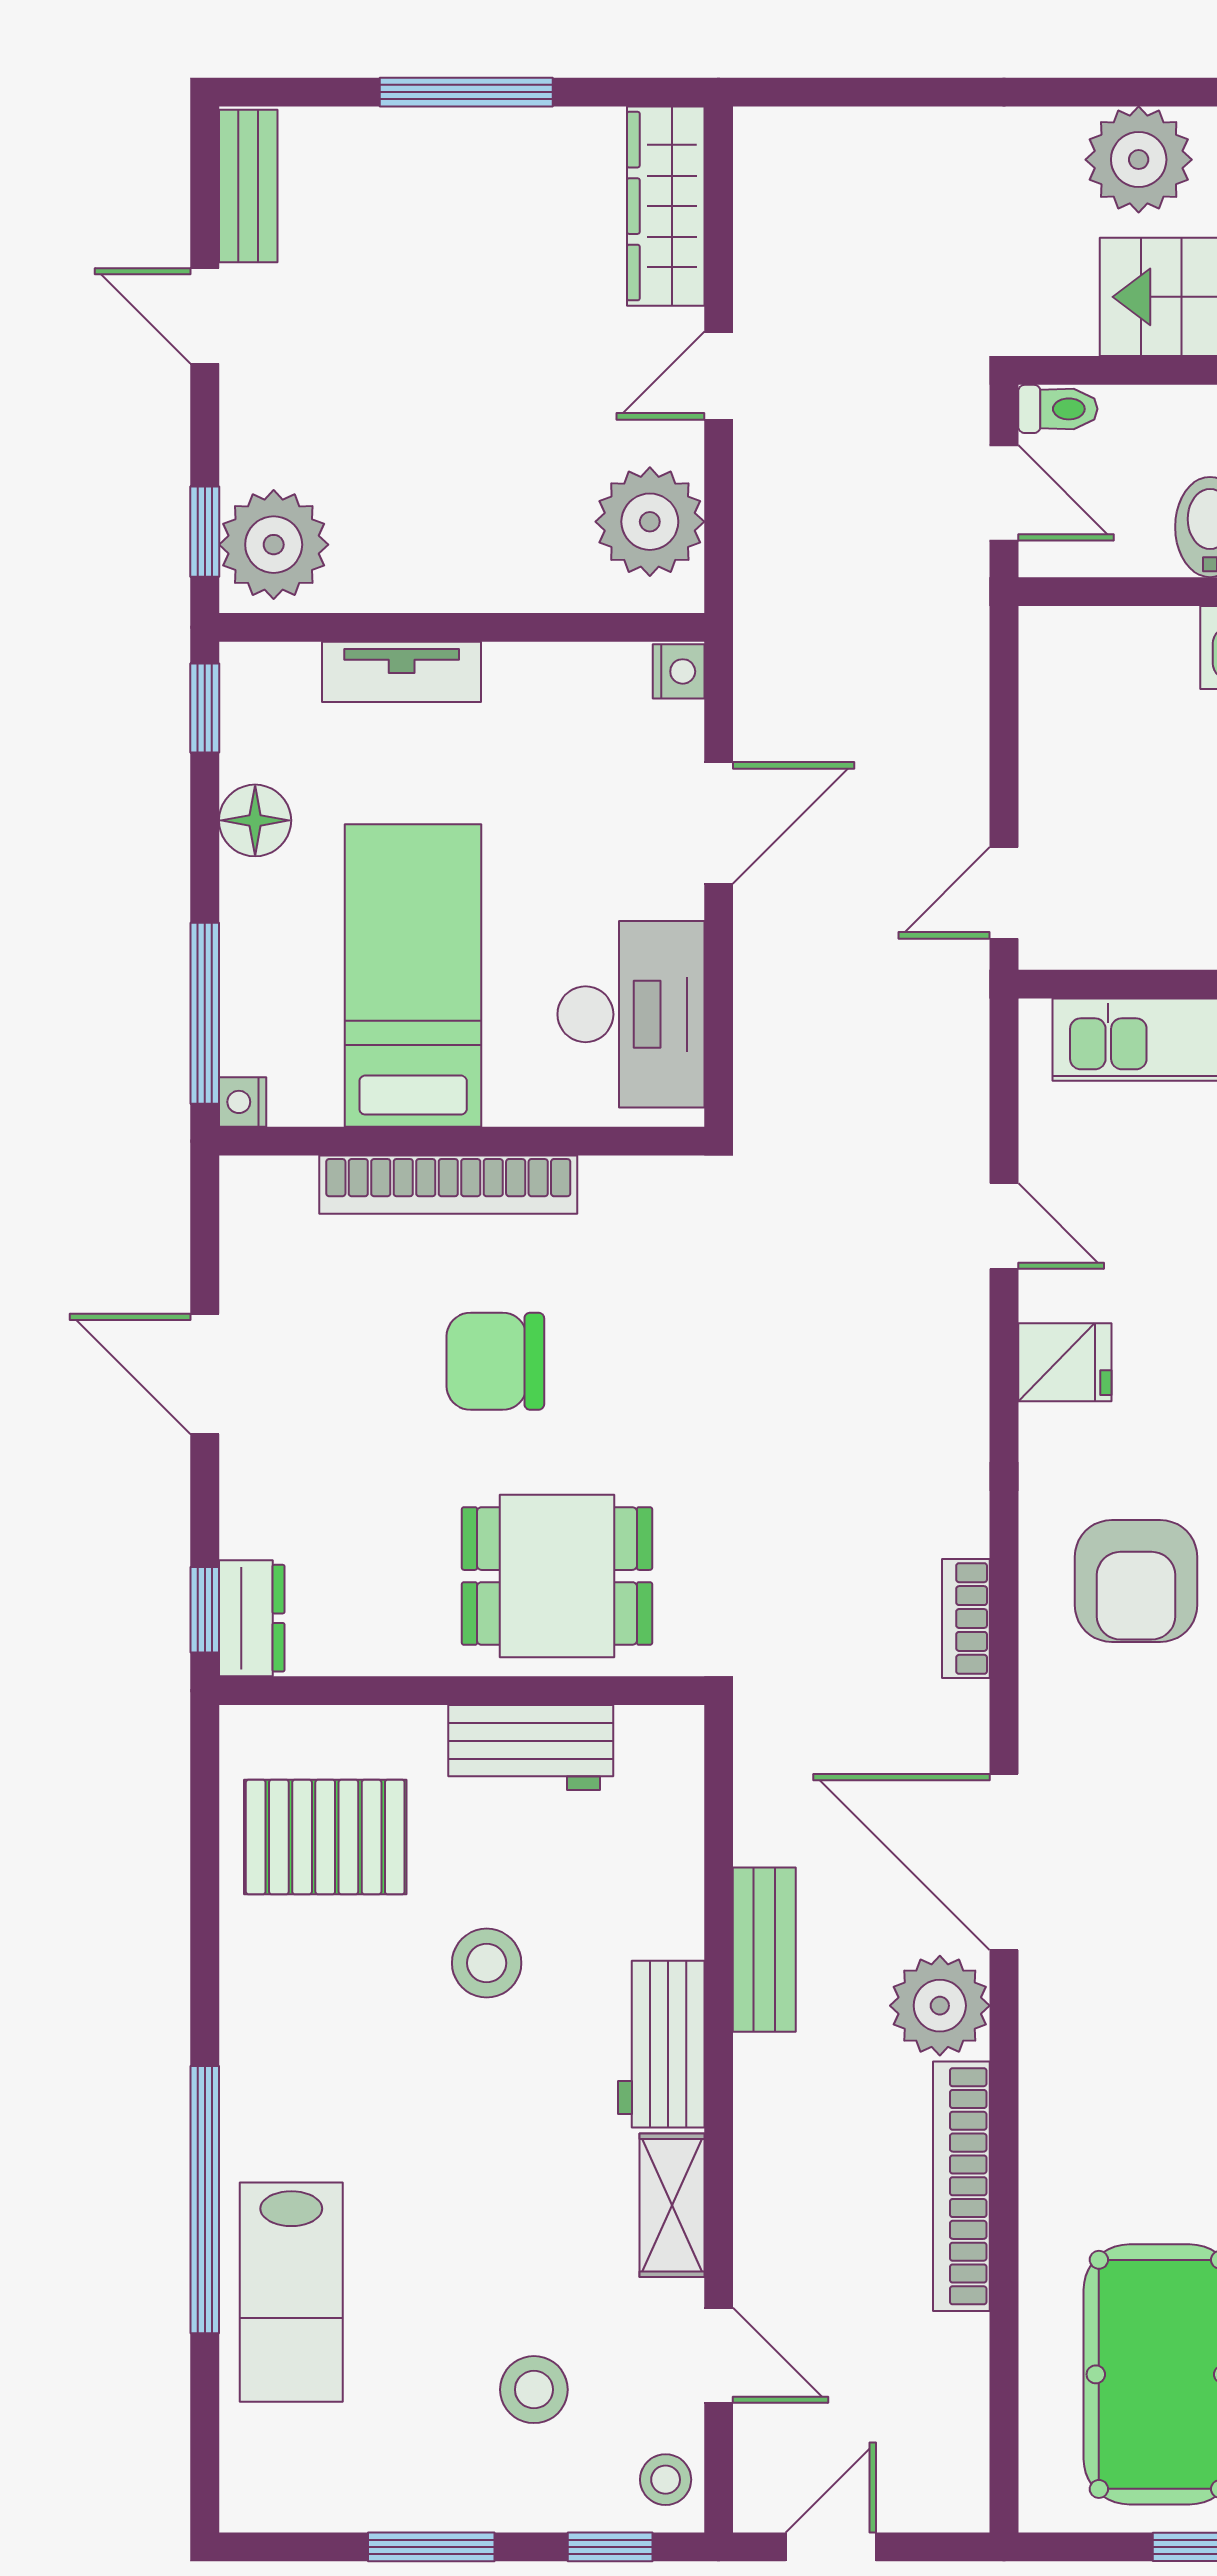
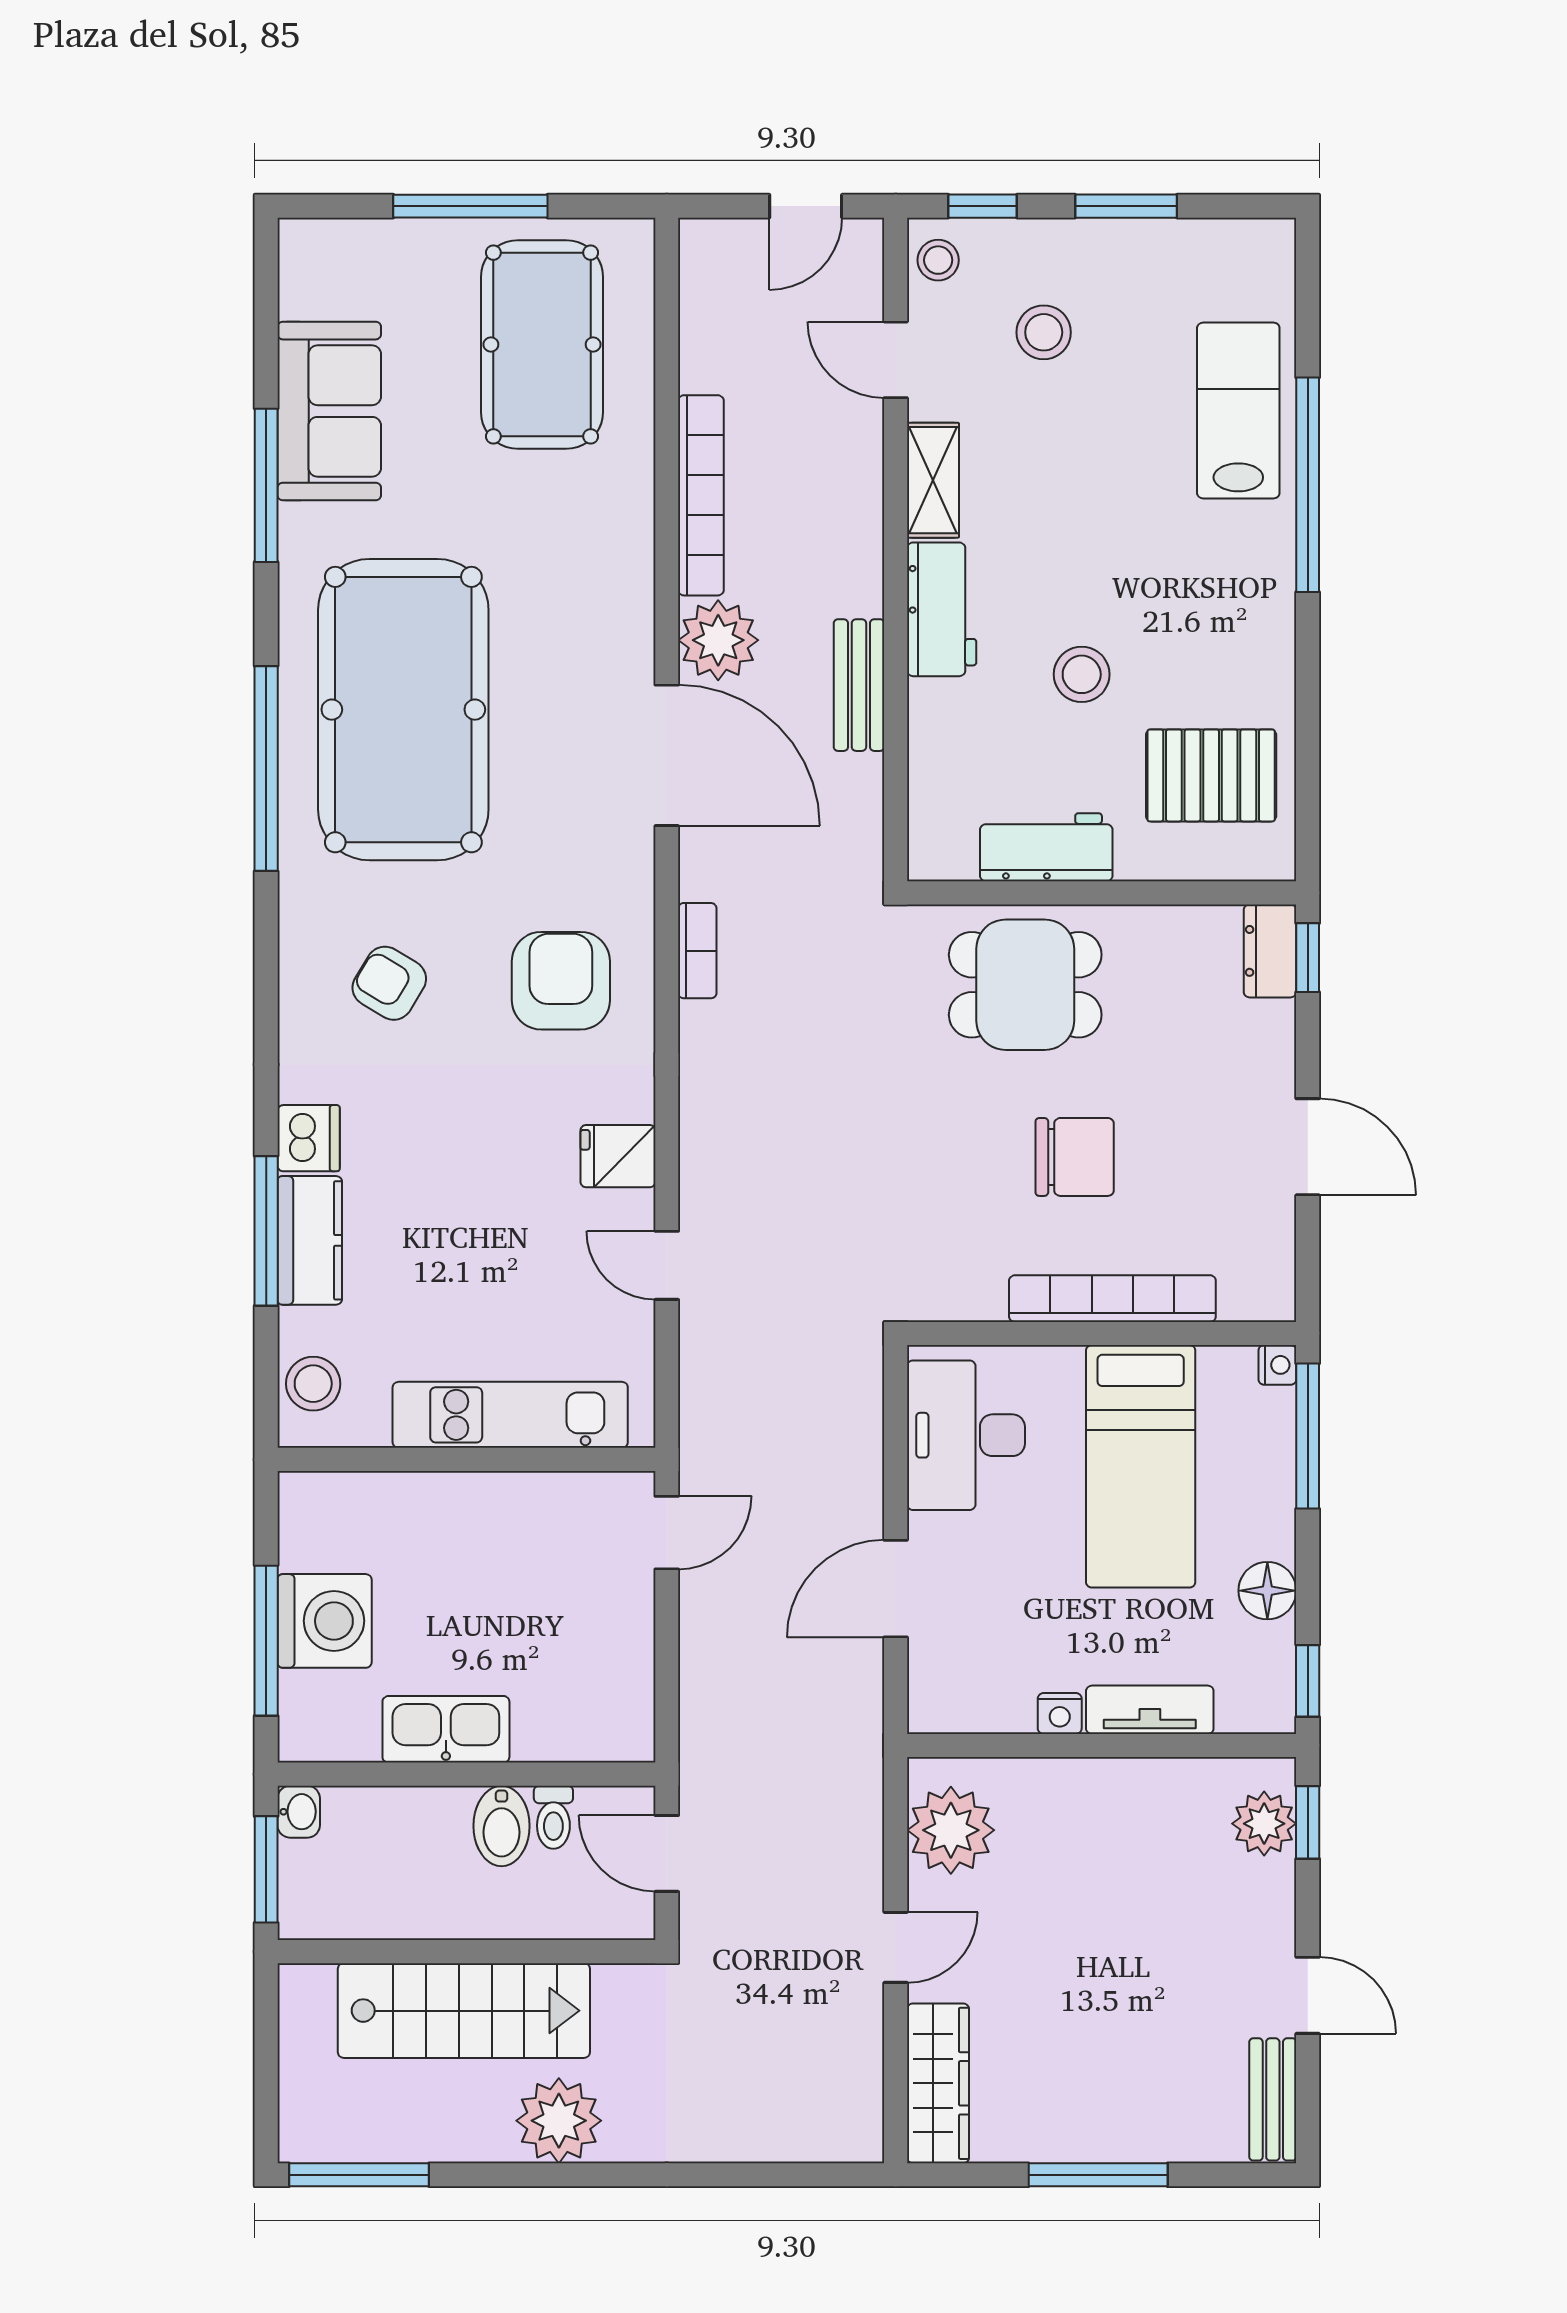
toilet: (1058, 409) -> (553, 1817), moved, turned -90
plant: (274, 545) -> (1264, 1824), width x0.73, depth x0.73
nightstand: (679, 671) -> (1060, 1713), moved, turned -90

